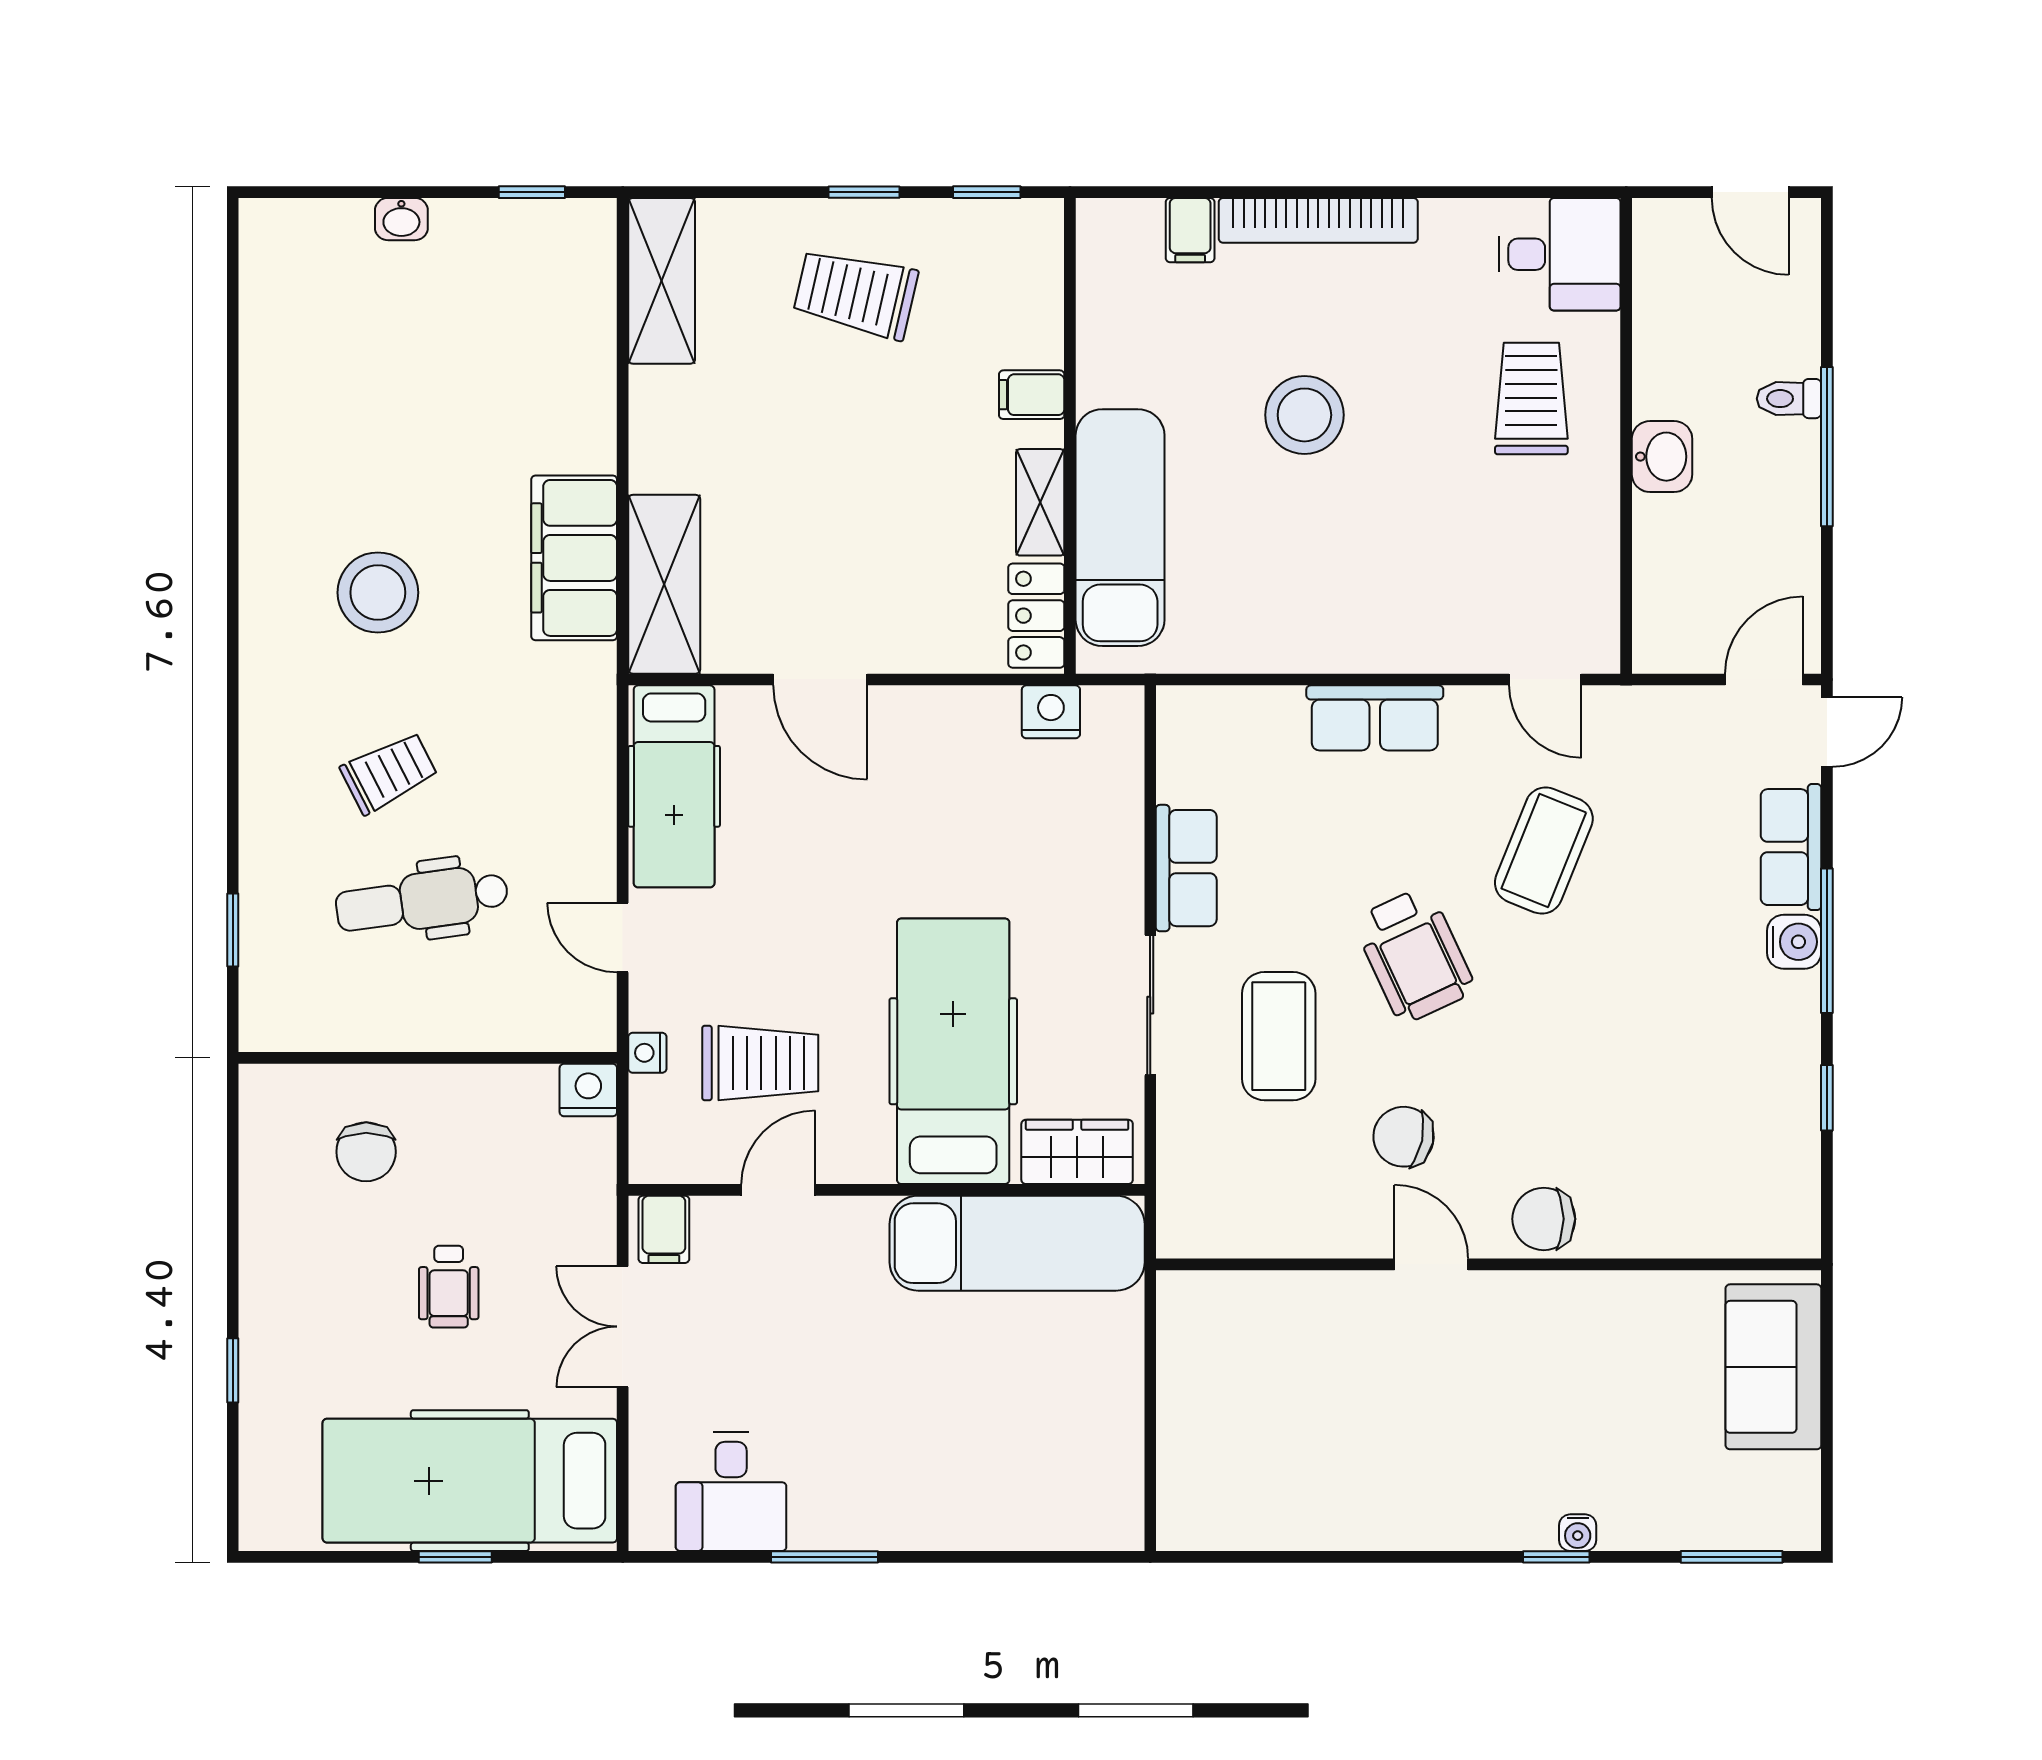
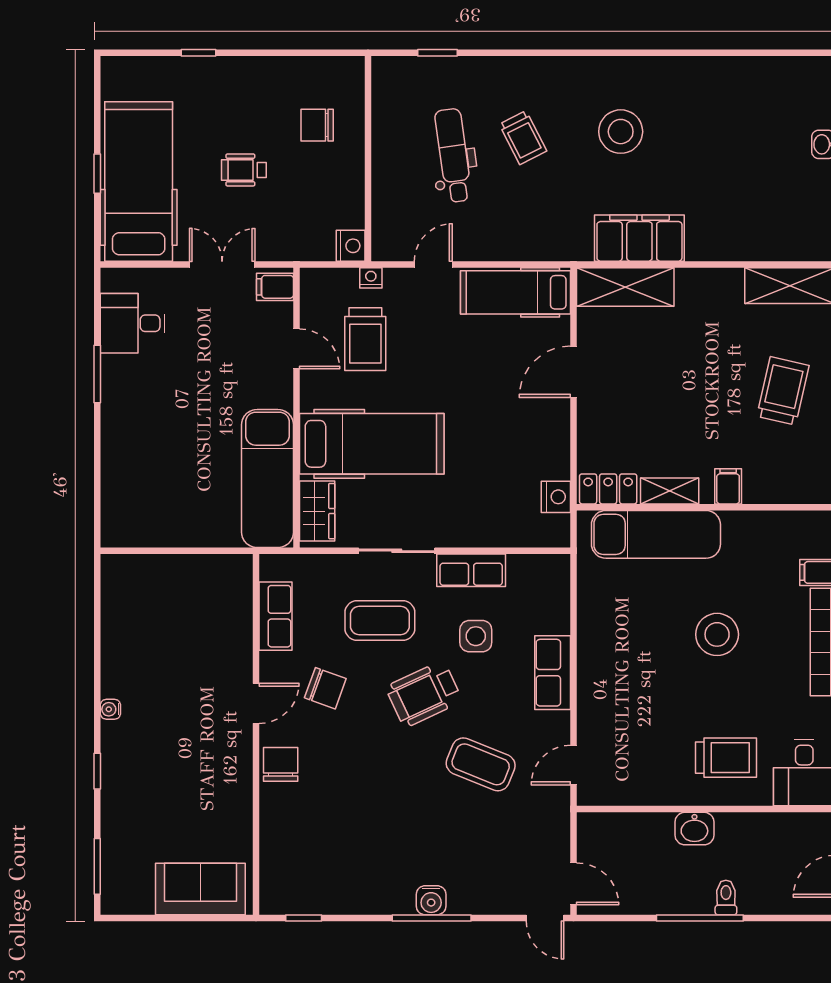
row of seats: (1791, 847) -> (276, 616), moved, turned 90
side table: (1308, 859) -> (476, 636), added
window: (1827, 1098) -> (304, 918), moved
chair: (1404, 1137) -> (325, 688), turned 98
water cooler: (1578, 1533) -> (110, 709), moved

